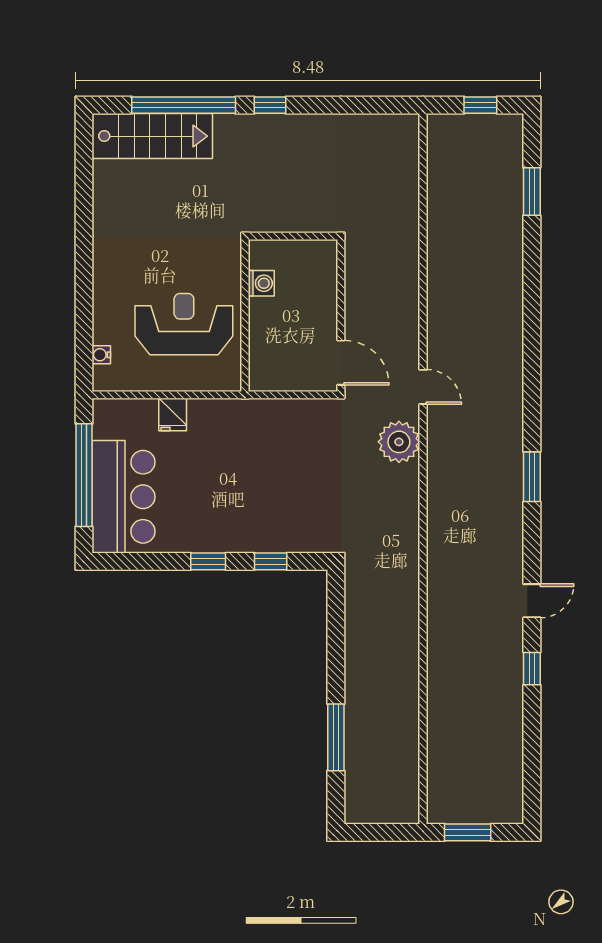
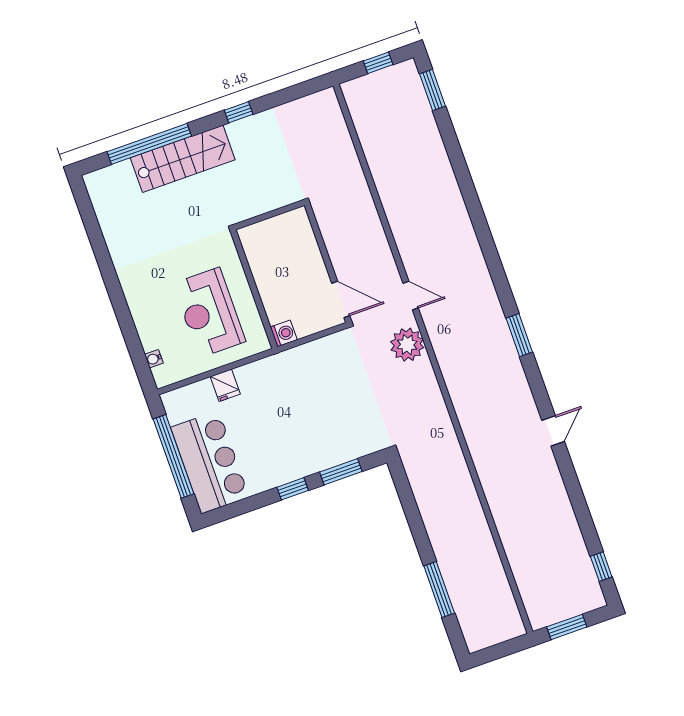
window: (270, 105) -> (239, 112), moved
stairs: (152, 136) -> (183, 159), moved
window: (532, 191) -> (432, 90), moved
washing machine: (261, 283) -> (284, 333), moved
reception desk: (184, 324) -> (209, 313), turned -90
window: (271, 561) -> (341, 472), width x1.50
window: (532, 669) -> (601, 567), moved

